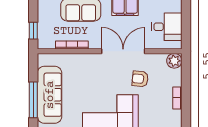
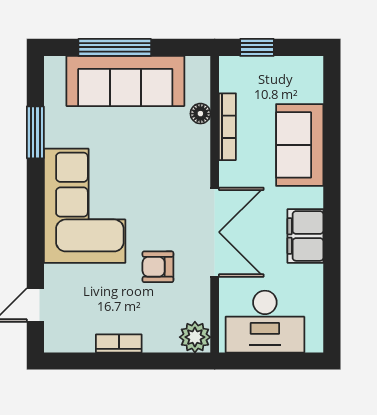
desk: (167, 27) -> (265, 322), width x1.37
floor lamp: (65, 58) -> (200, 114), added
armchair: (140, 79) -> (158, 267), turned -96

